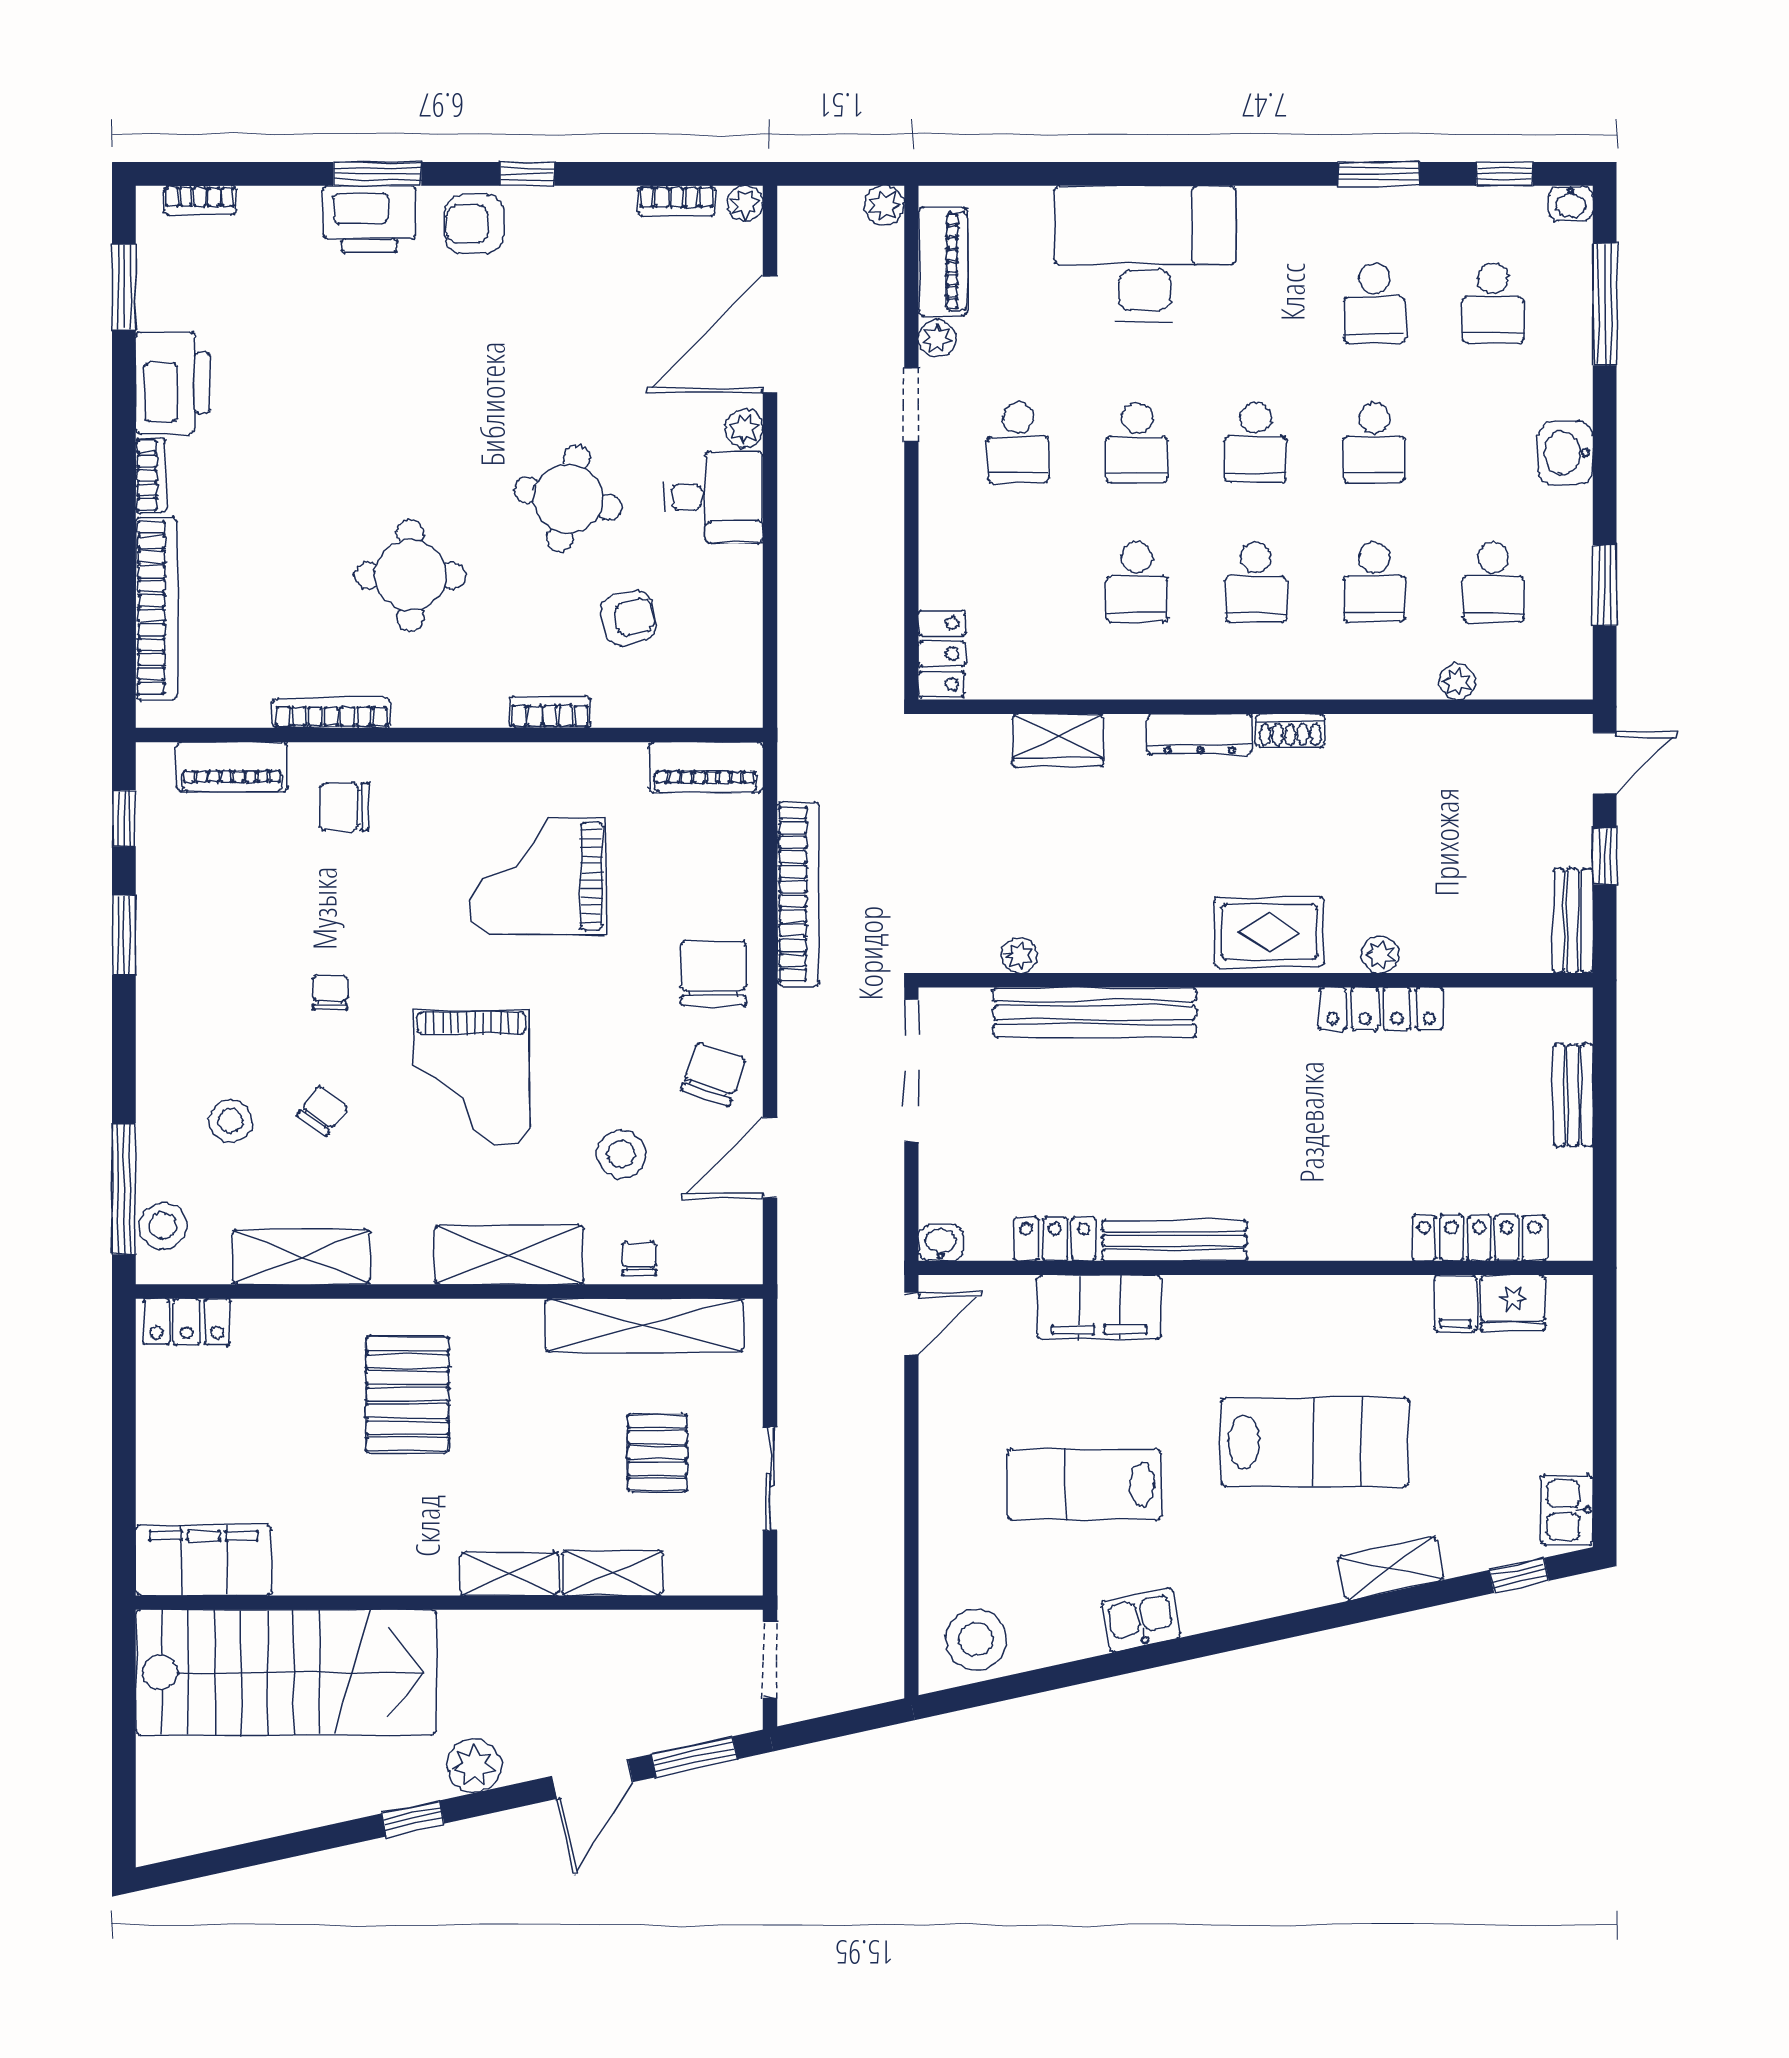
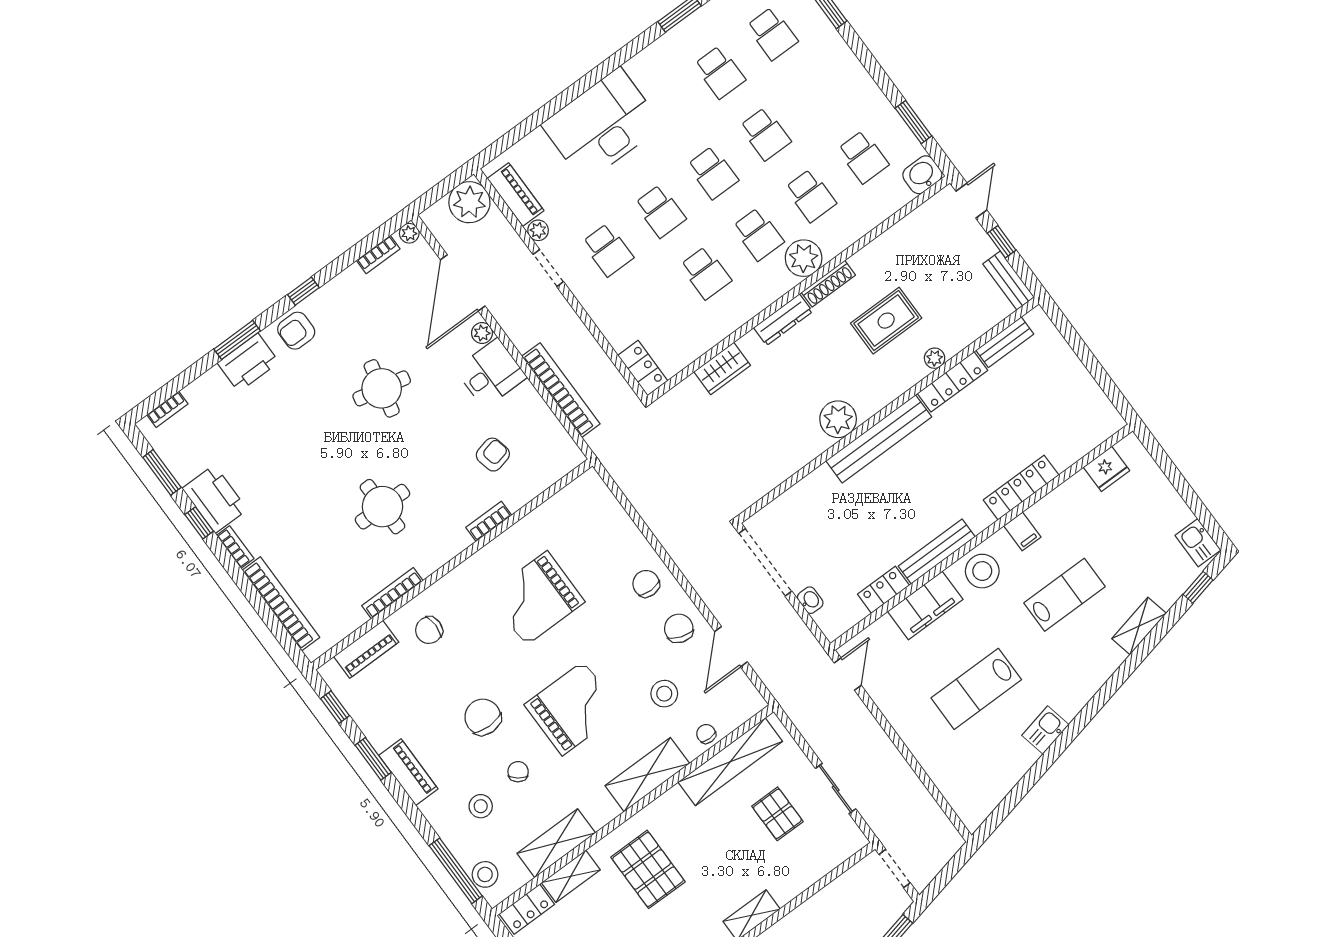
plant: (884, 206) -> (469, 202), width x1.87, depth x1.87
window: (124, 401) -> (199, 523), added
washbasin: (1566, 453) -> (922, 175), moved, turned 90
round table: (568, 499) -> (382, 388), moved
plant: (1457, 682) -> (804, 258), moved, width x1.88, depth x1.88
shoe rack: (1290, 731) -> (828, 284), width x1.43
piano: (705, 767) -> (408, 772), moved, turned -90
bookcase: (798, 894) -> (561, 390), moved
rug: (1269, 932) -> (886, 321), moved
plant: (1019, 955) -> (838, 419), moved, width x1.87, depth x1.87
chair: (713, 973) -> (646, 584), width x0.73, depth x0.73
chair: (330, 992) -> (483, 717), width x1.87, depth x1.87
bench: (1095, 1013) -> (879, 439), moved
grand piano: (471, 1077) -> (573, 708), turned -90
bench: (1573, 1095) -> (1005, 342), moved, turned 90
locker: (1479, 1238) -> (1021, 488), moved
washbasin: (941, 1243) -> (810, 600), moved, turned 90
filing cabinet: (1455, 1303) -> (1022, 531), moved
lab bench: (1315, 1442) -> (1064, 595), width x0.73, depth x0.72
shelving: (613, 1573) -> (571, 876), moved
stool: (976, 1639) -> (982, 571), moved

